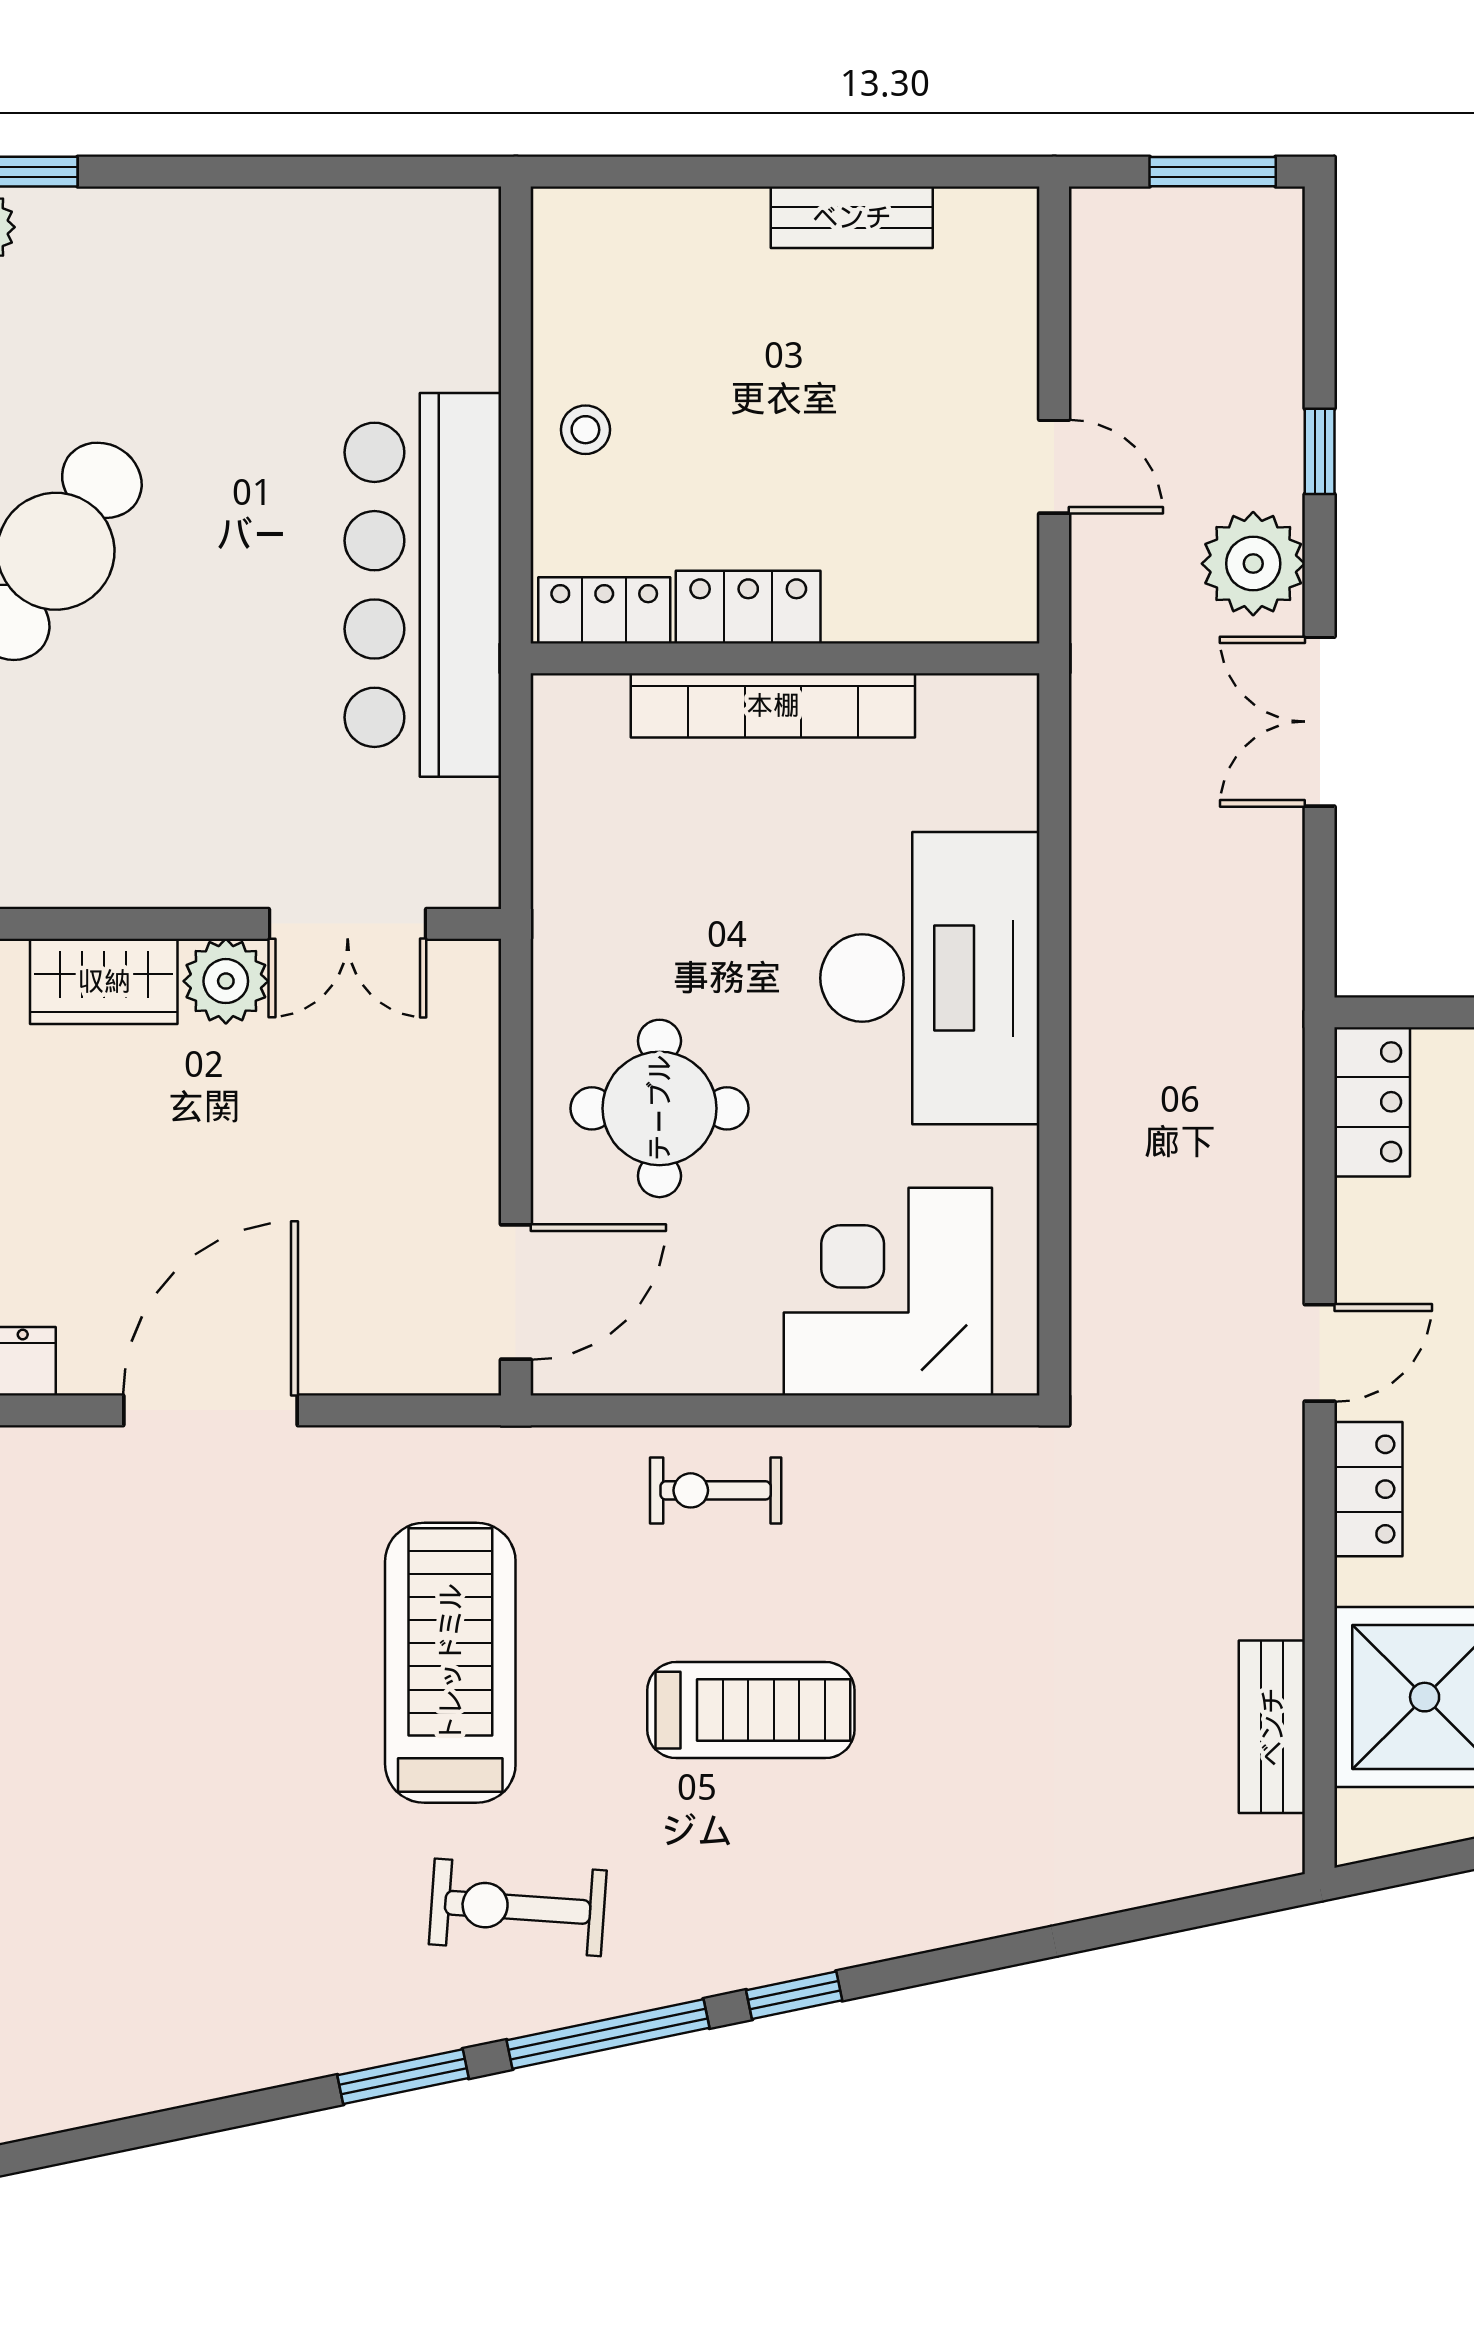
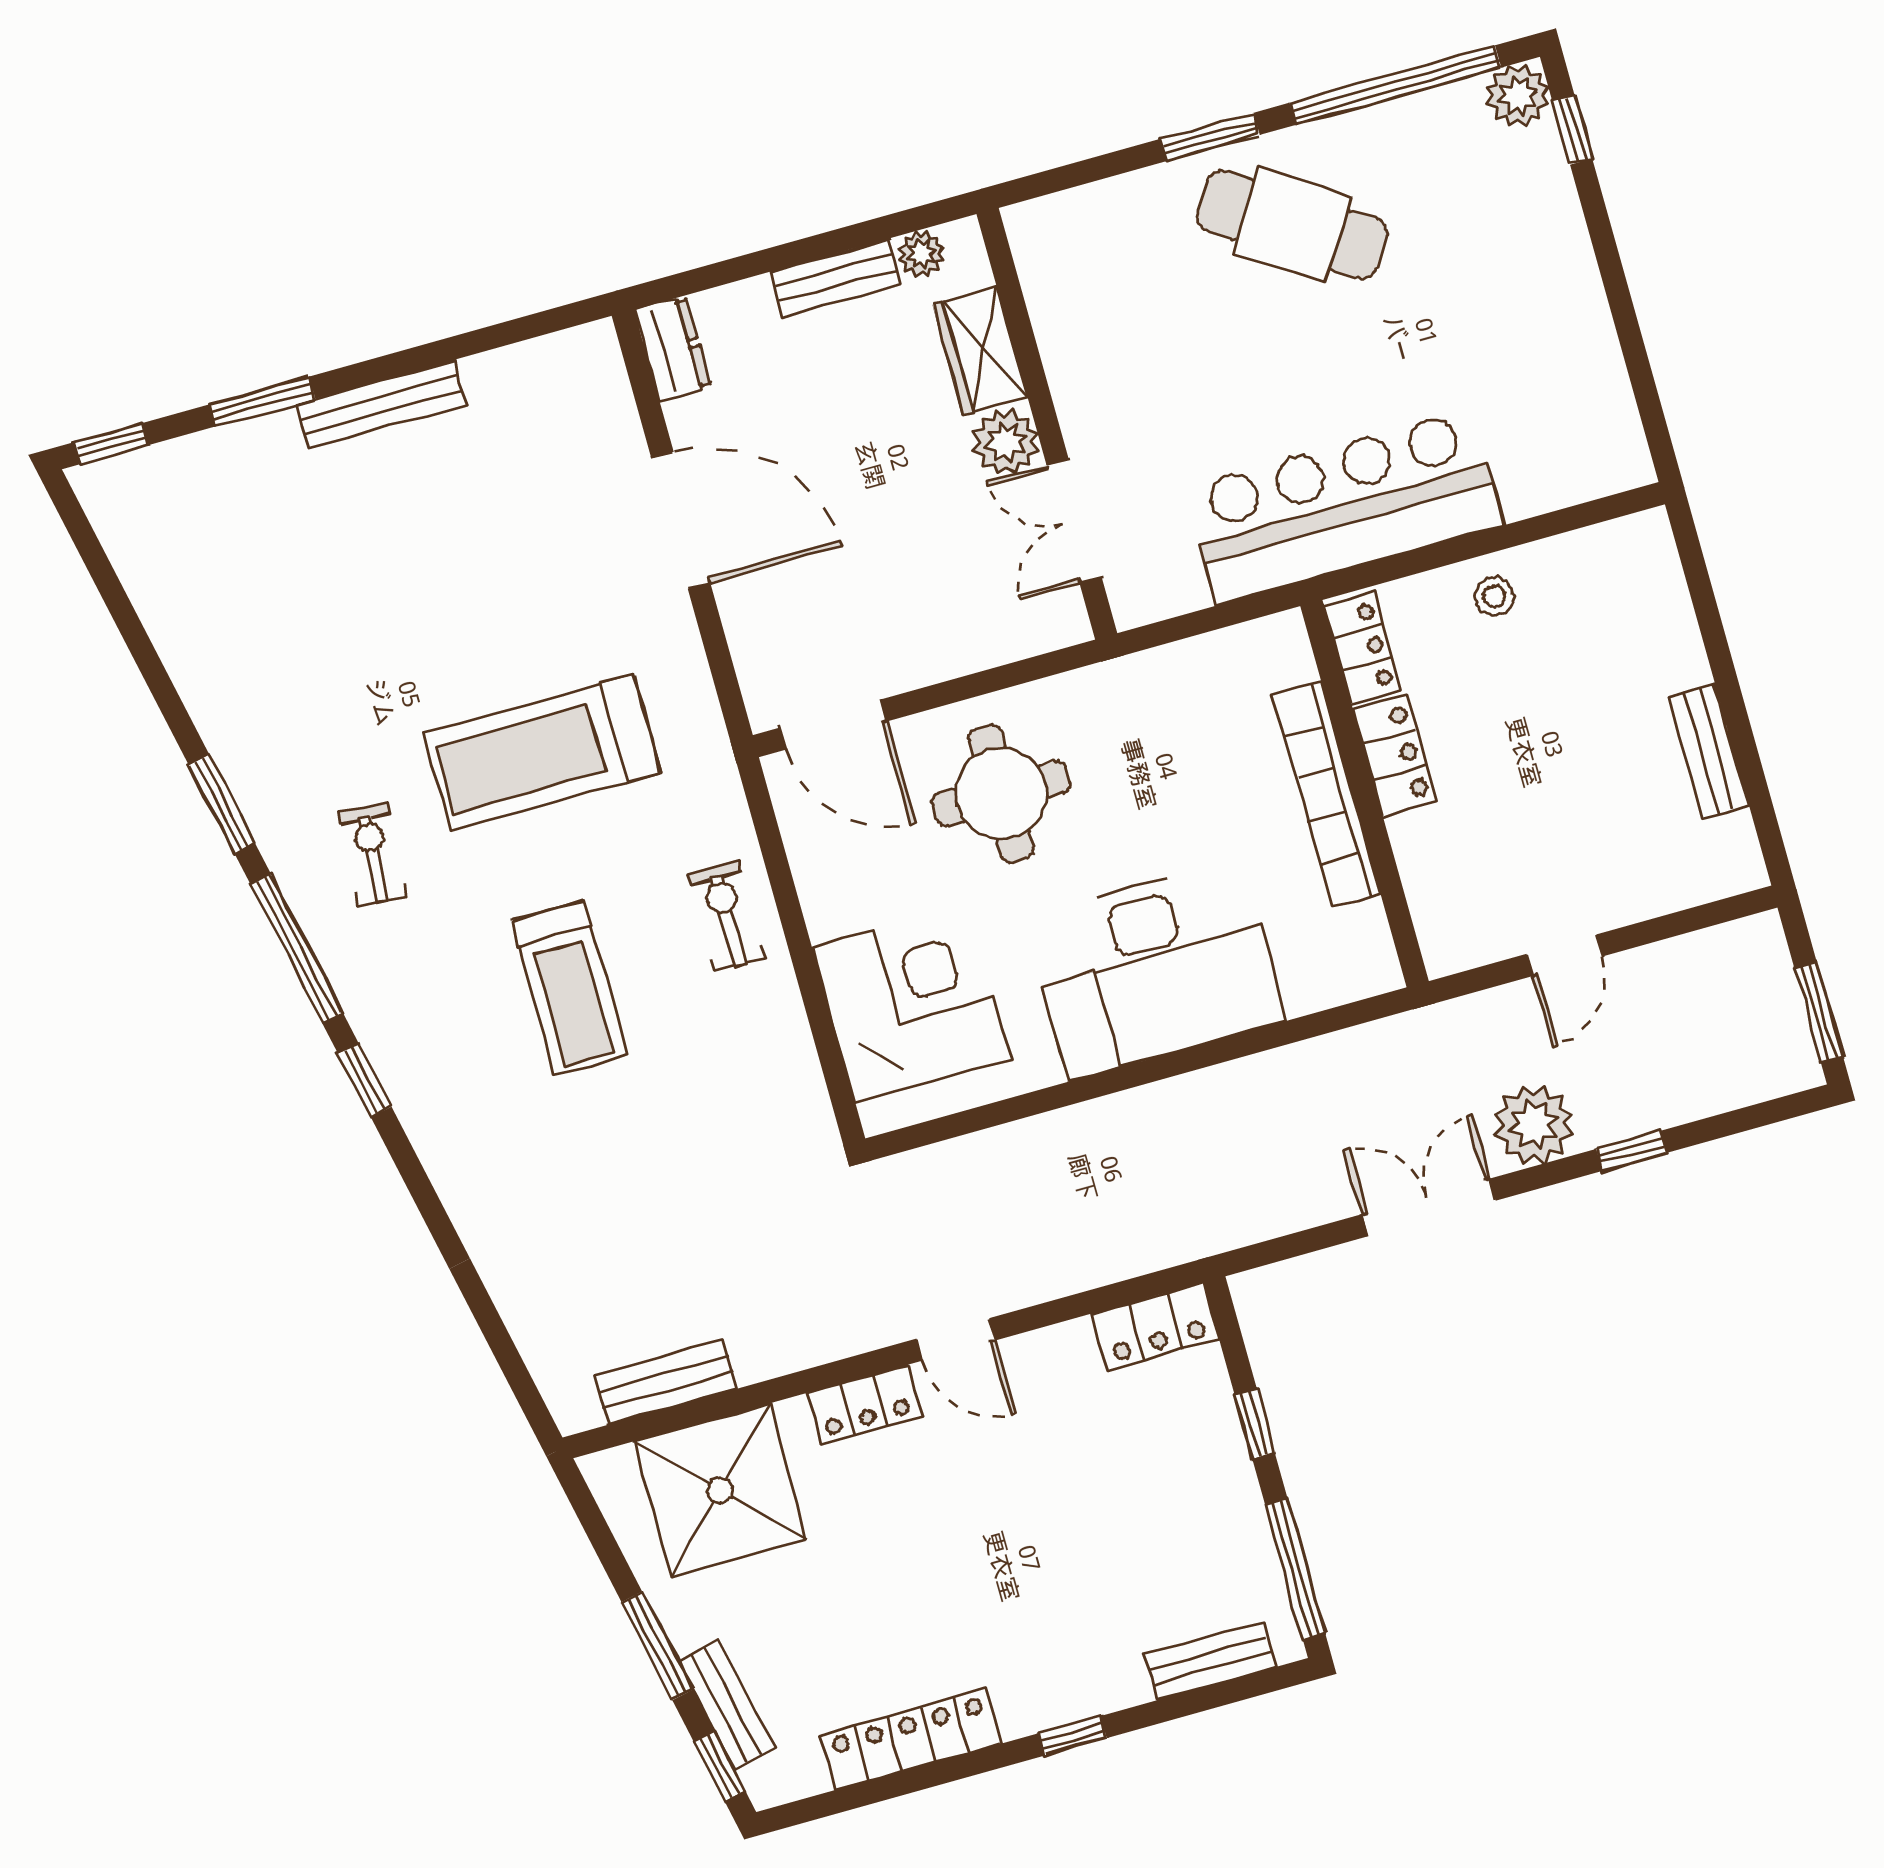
treadmill: (450, 1663) -> (542, 753), turned 180
exercise bike: (518, 1907) -> (373, 855), width x0.73, depth x0.72

